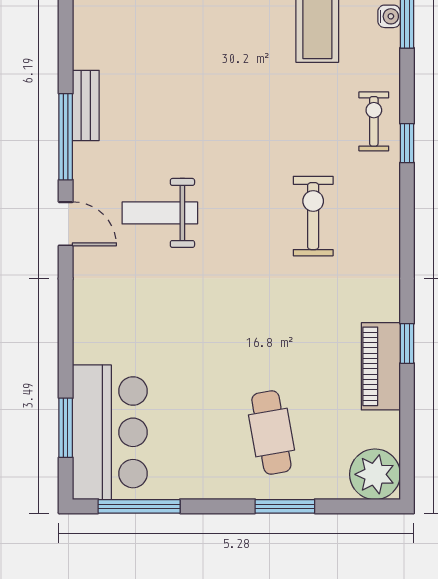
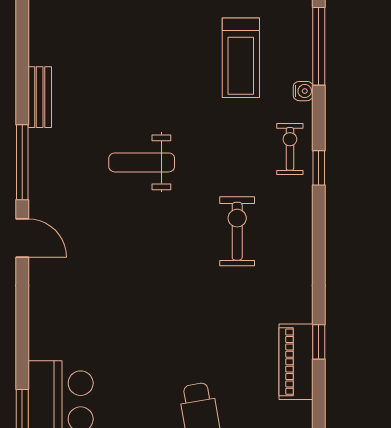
water cooler: (389, 16) -> (303, 91), moved
bench: (86, 105) -> (40, 97), moved
weight bench: (160, 213) -> (142, 162), moved

